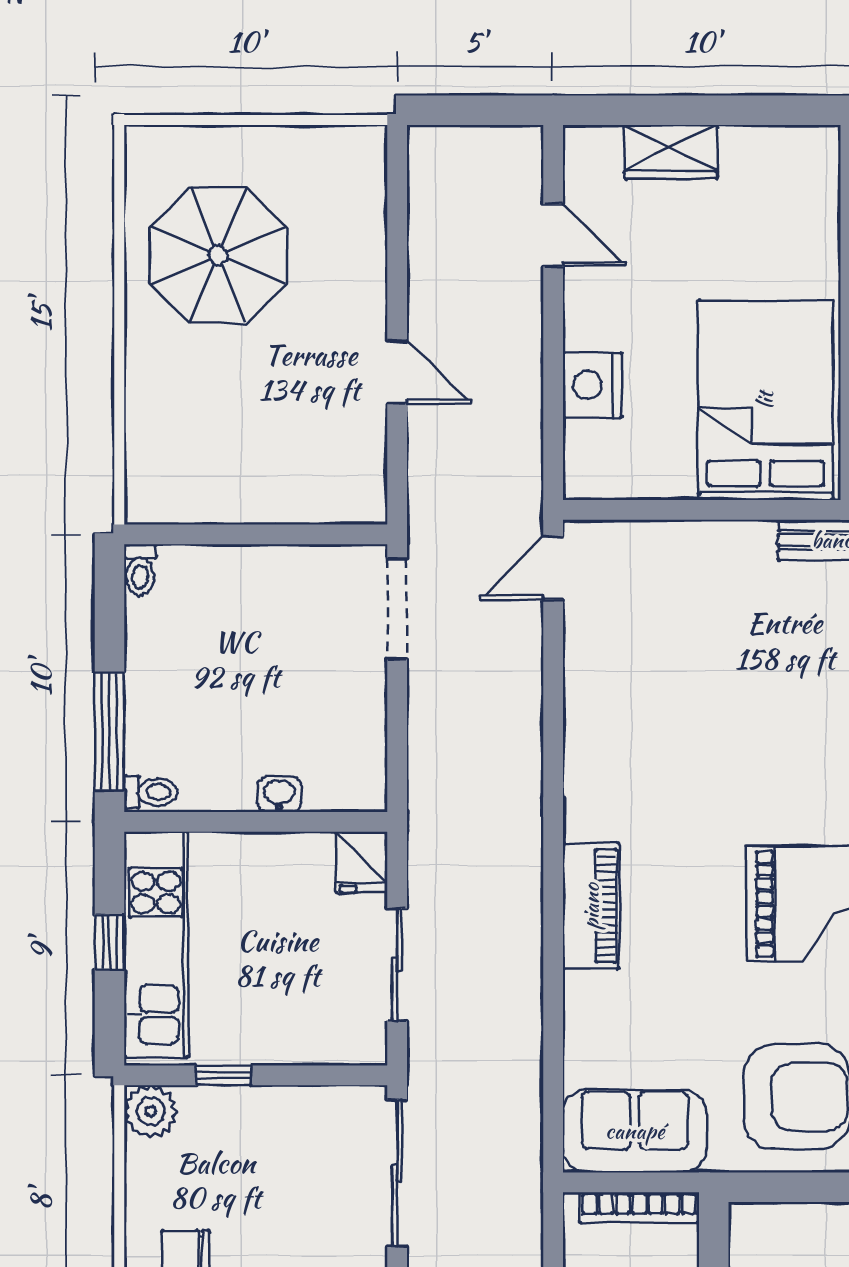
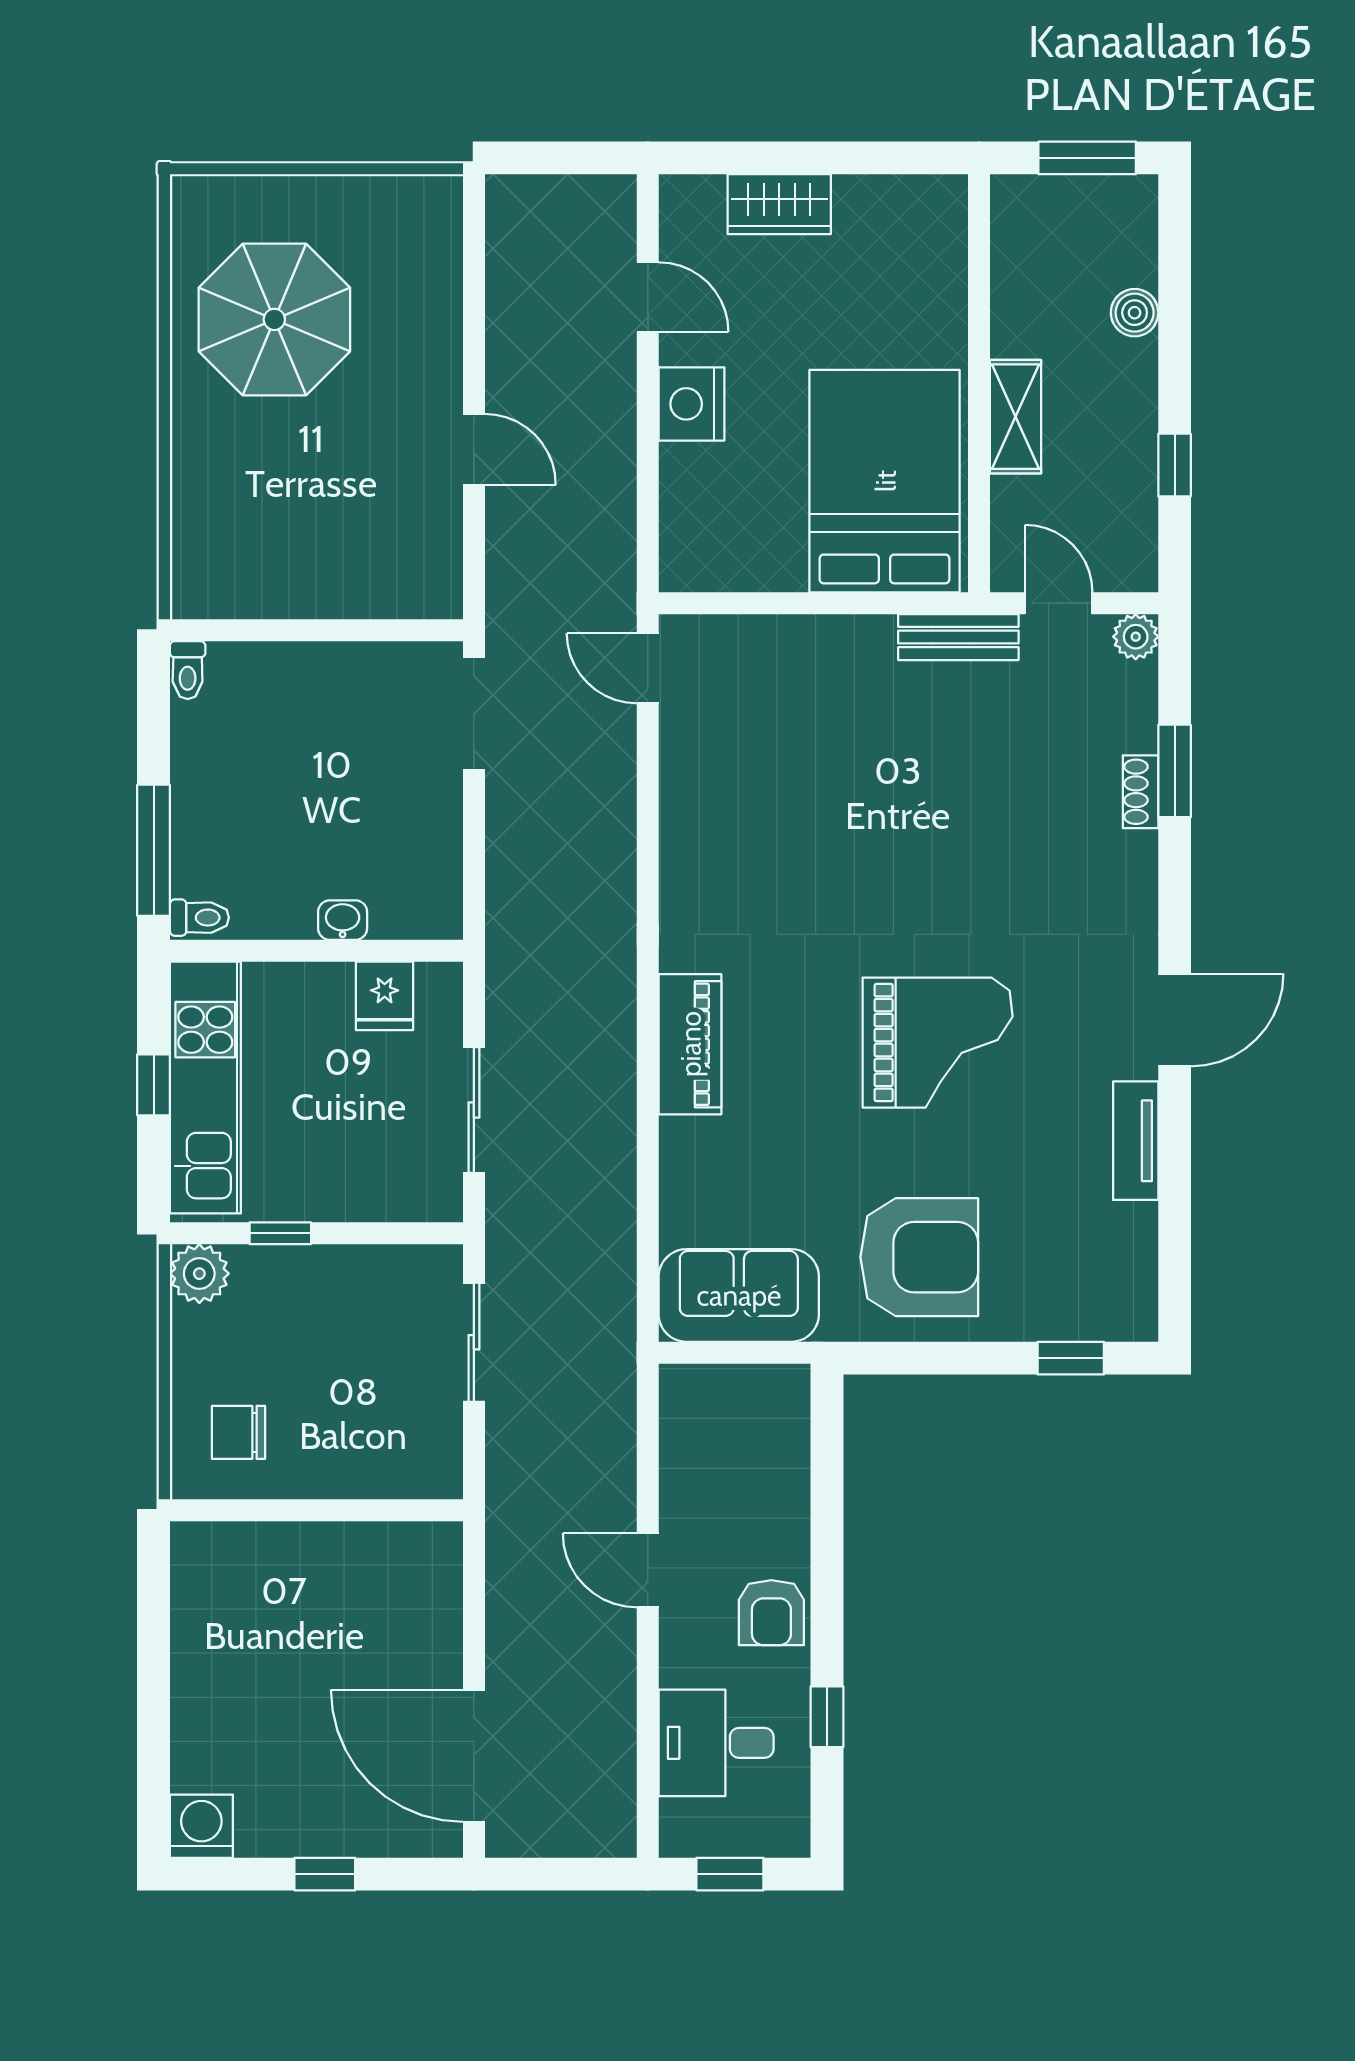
nightstand: (592, 385) -> (691, 404), moved
door: (553, 568) -> (648, 668), hinge flipped
fridge: (362, 862) -> (385, 996), moved
sliding door: (397, 1173) -> (474, 1342), width x0.73
bookcase: (639, 1208) -> (744, 1381), removed

